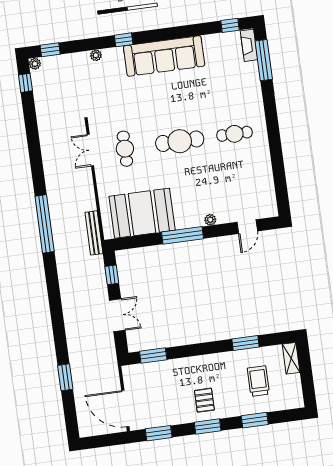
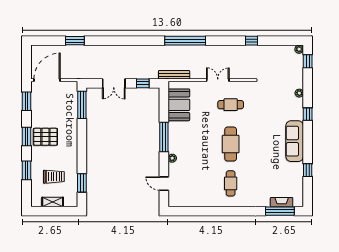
window: (230, 25) -> (308, 170), moved
fireplace: (249, 45) -> (282, 202), moved
sofa: (164, 56) -> (295, 141), width x0.74, depth x0.79
window: (25, 83) -> (252, 41), moved
double door: (90, 150) -> (218, 80), moved
booth: (142, 213) -> (179, 105), width x0.73, depth x0.70
window: (246, 343) -> (82, 183), moved
window: (153, 355) -> (82, 105), width x1.44
shelving: (291, 358) -> (53, 202), moved
pallet: (204, 400) -> (45, 137), width x1.50, depth x1.42

